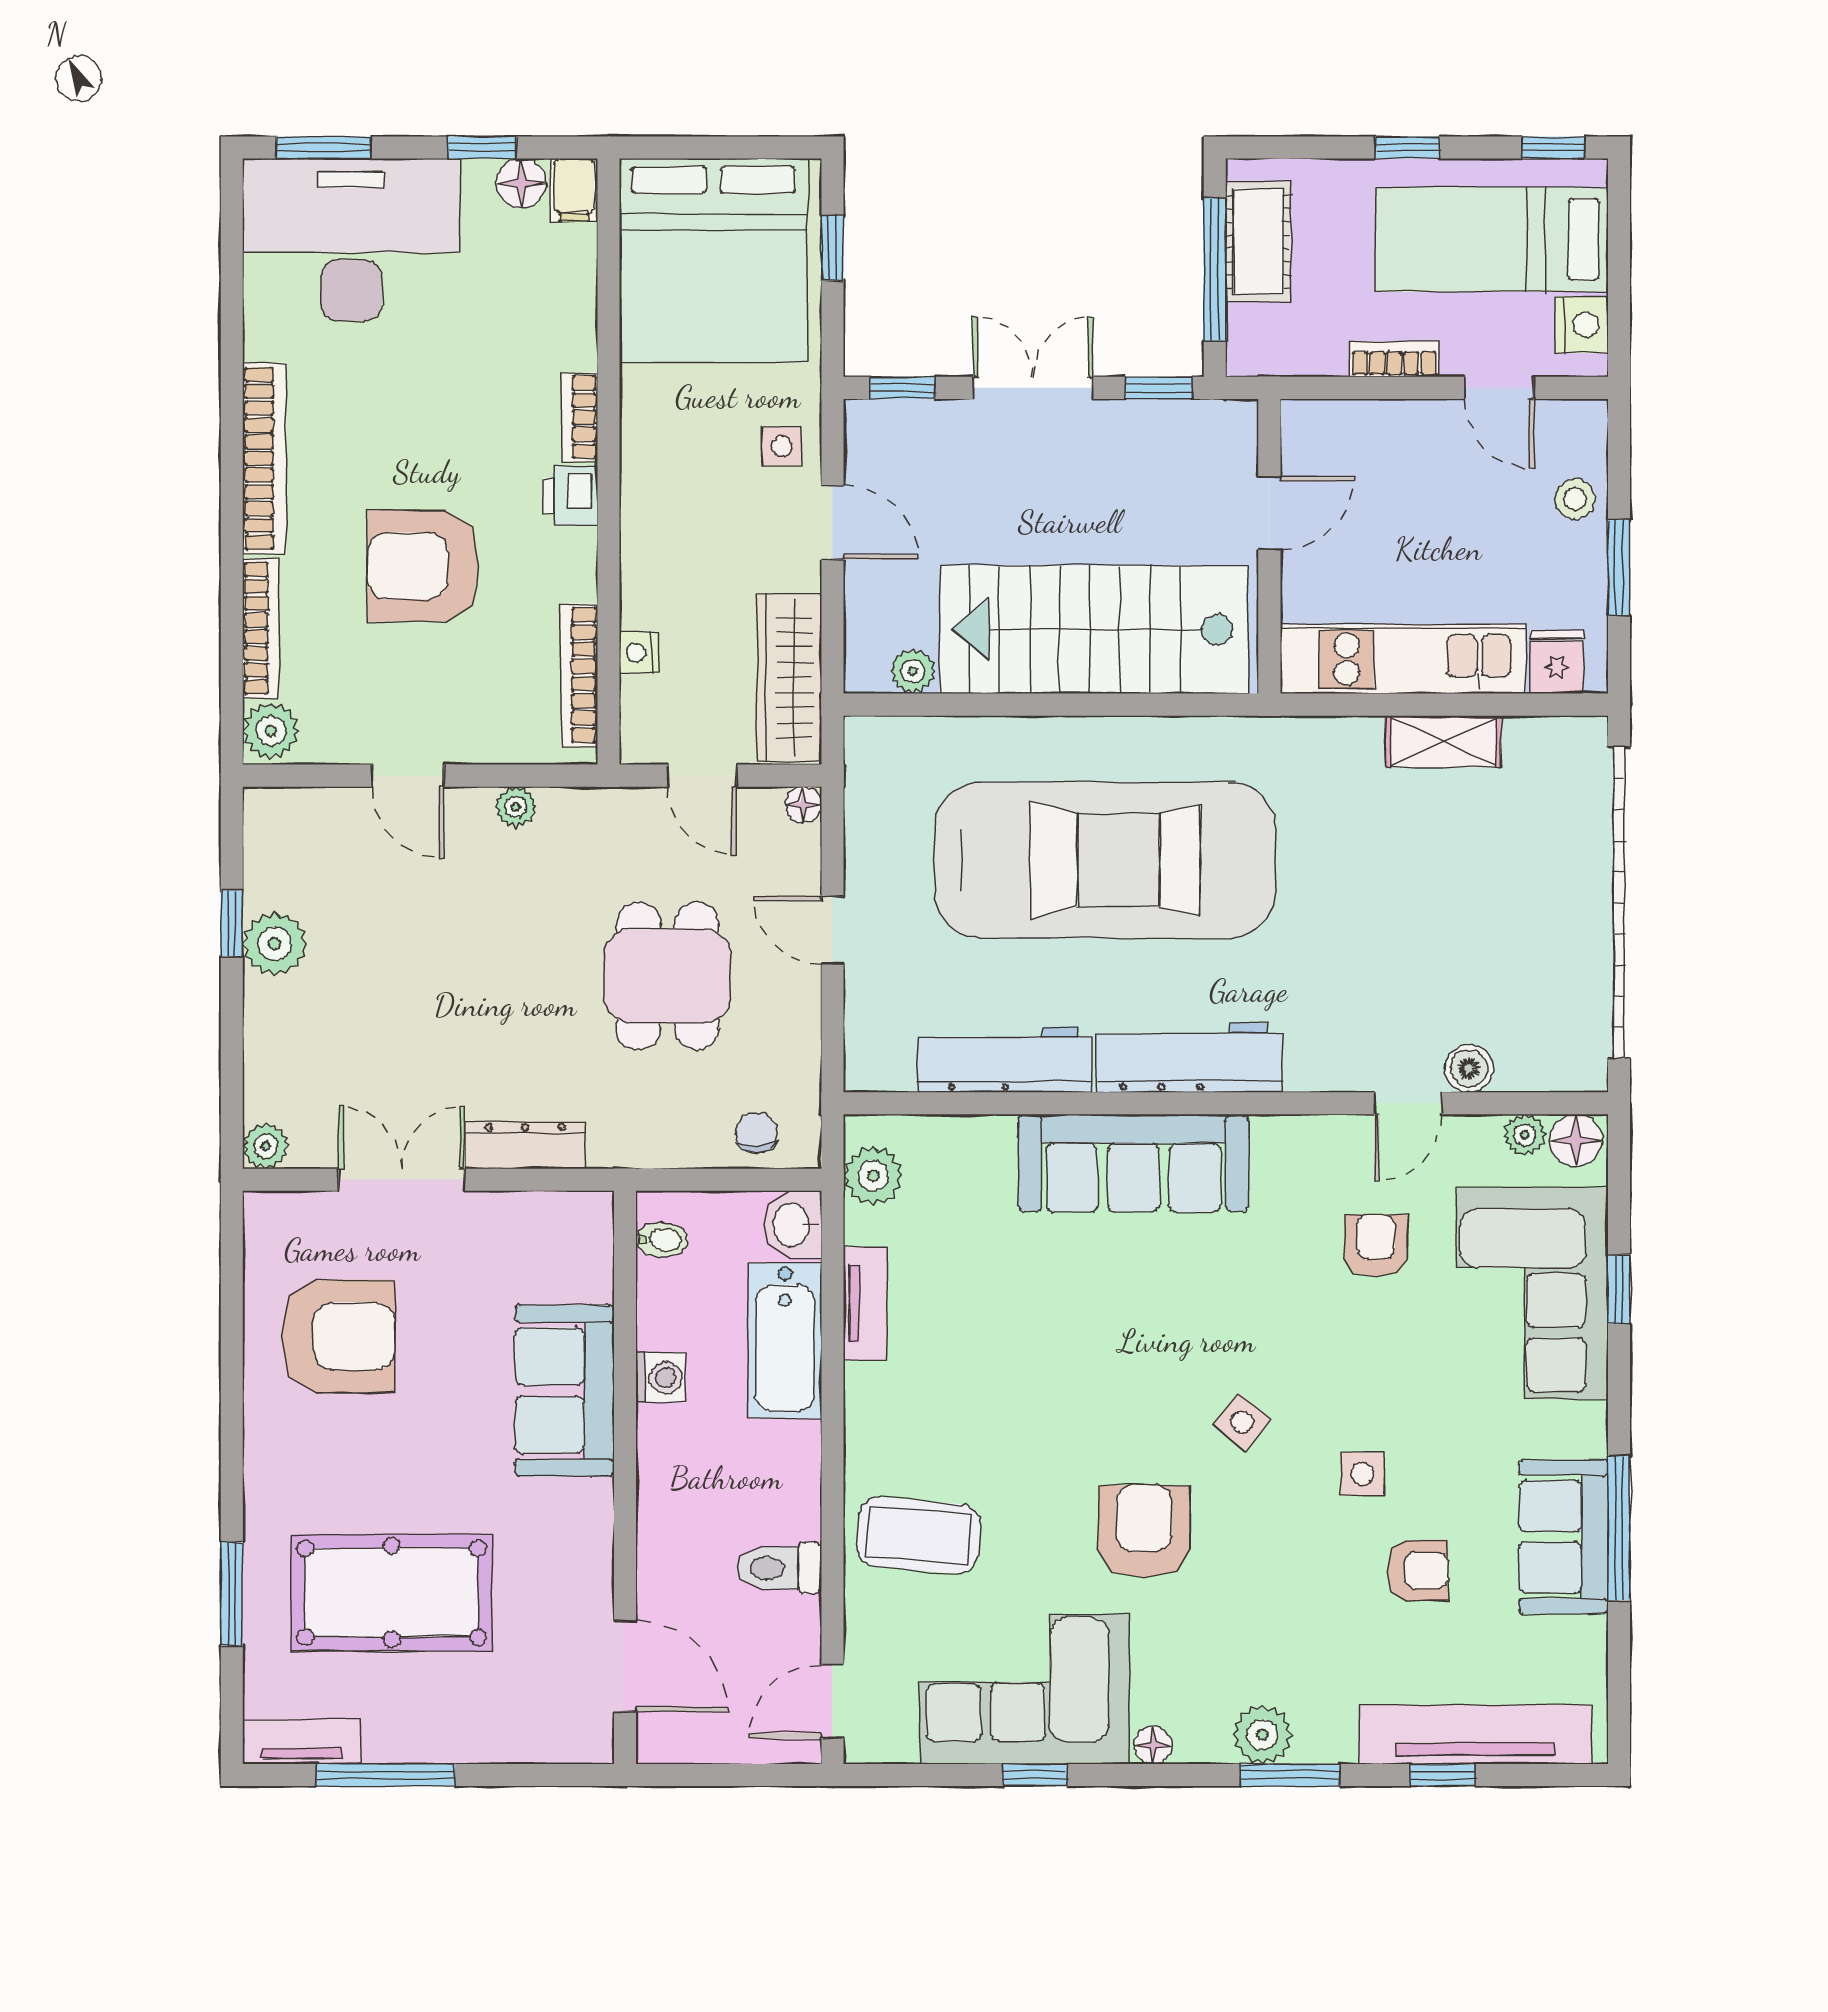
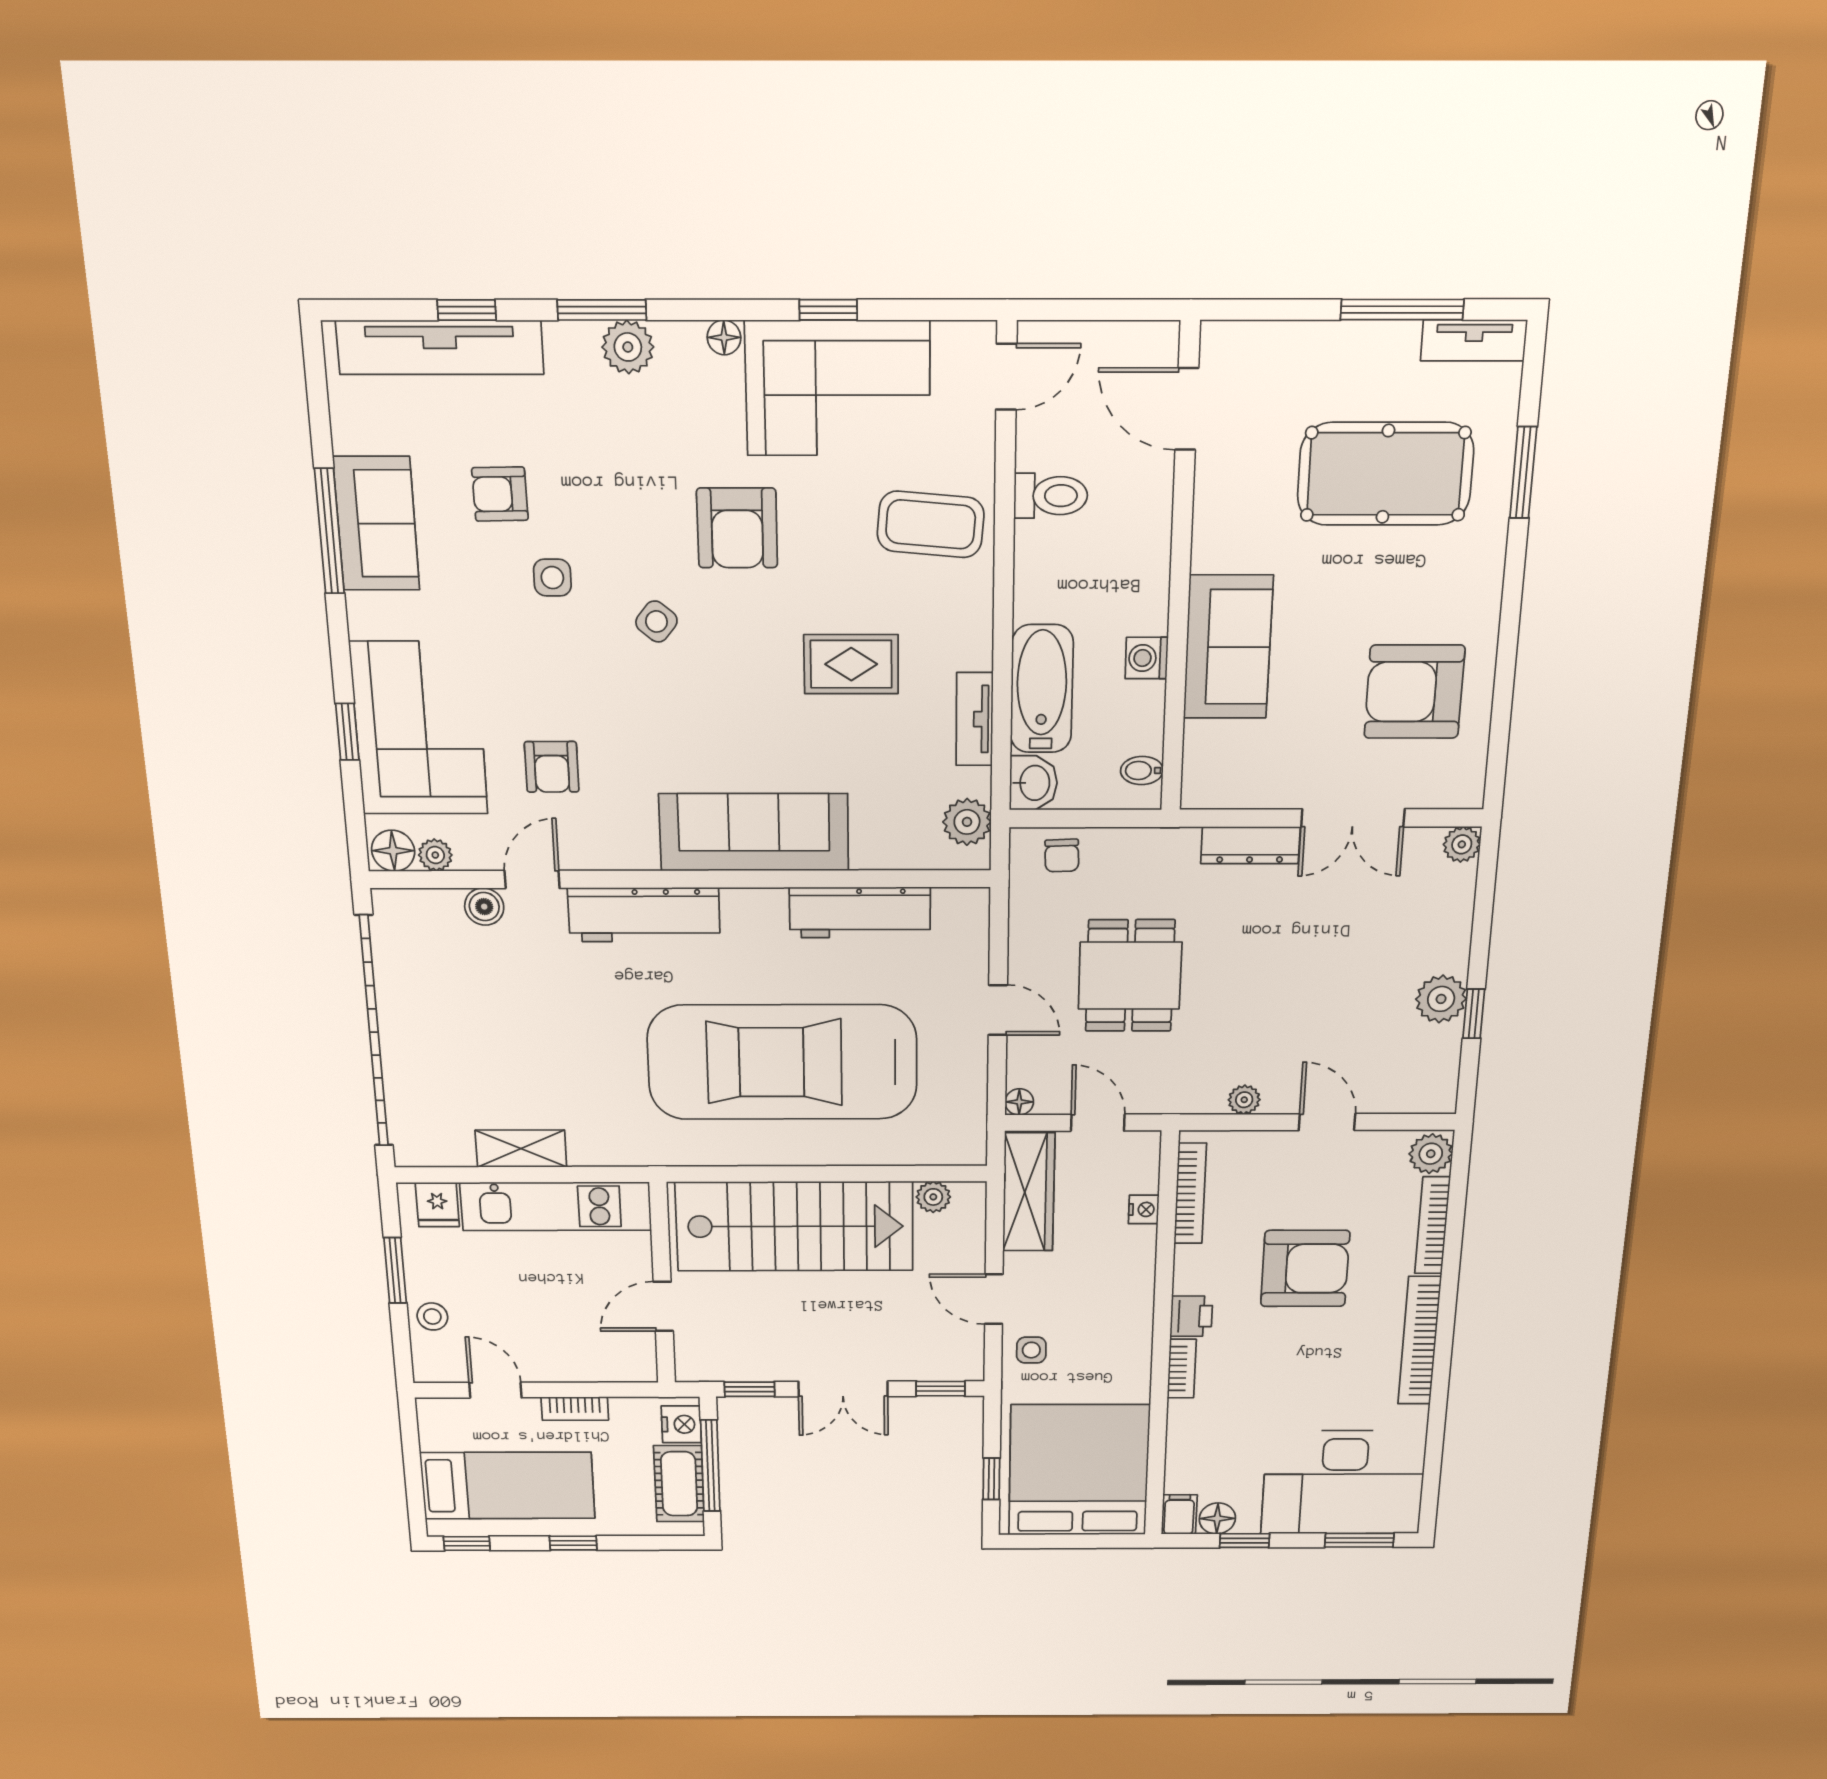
nightstand: (1582, 325) -> (681, 1424), moved, turned 180
workbench: (1189, 1057) -> (644, 915), moved
rug: (1013, 1371) -> (851, 664), added

